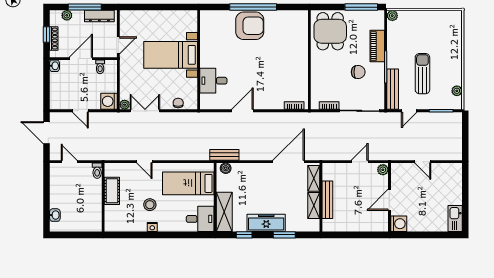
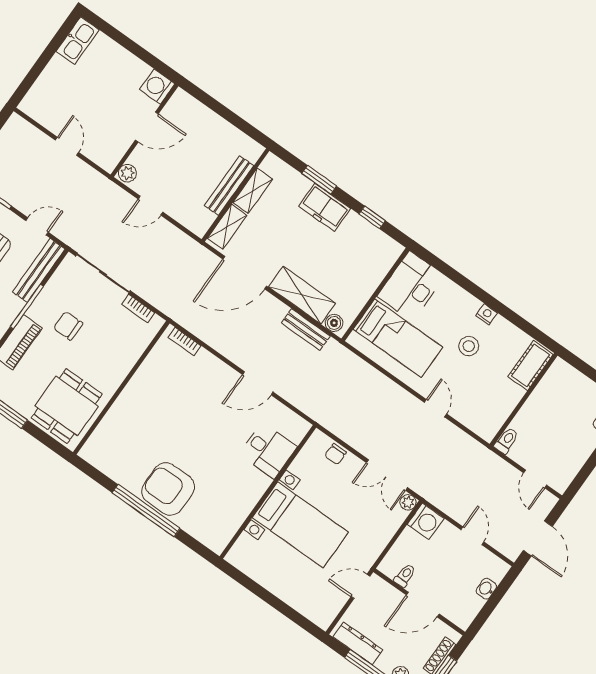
washbasin: (55, 66) -> (486, 589), moved
bench: (224, 155) -> (306, 330), moved
cot: (112, 191) -> (530, 365), moved
shelving: (224, 212) -> (302, 295), moved, turned 90
desk: (200, 219) -> (411, 286), width x1.37
freezer: (266, 223) -> (325, 207), width x0.71

